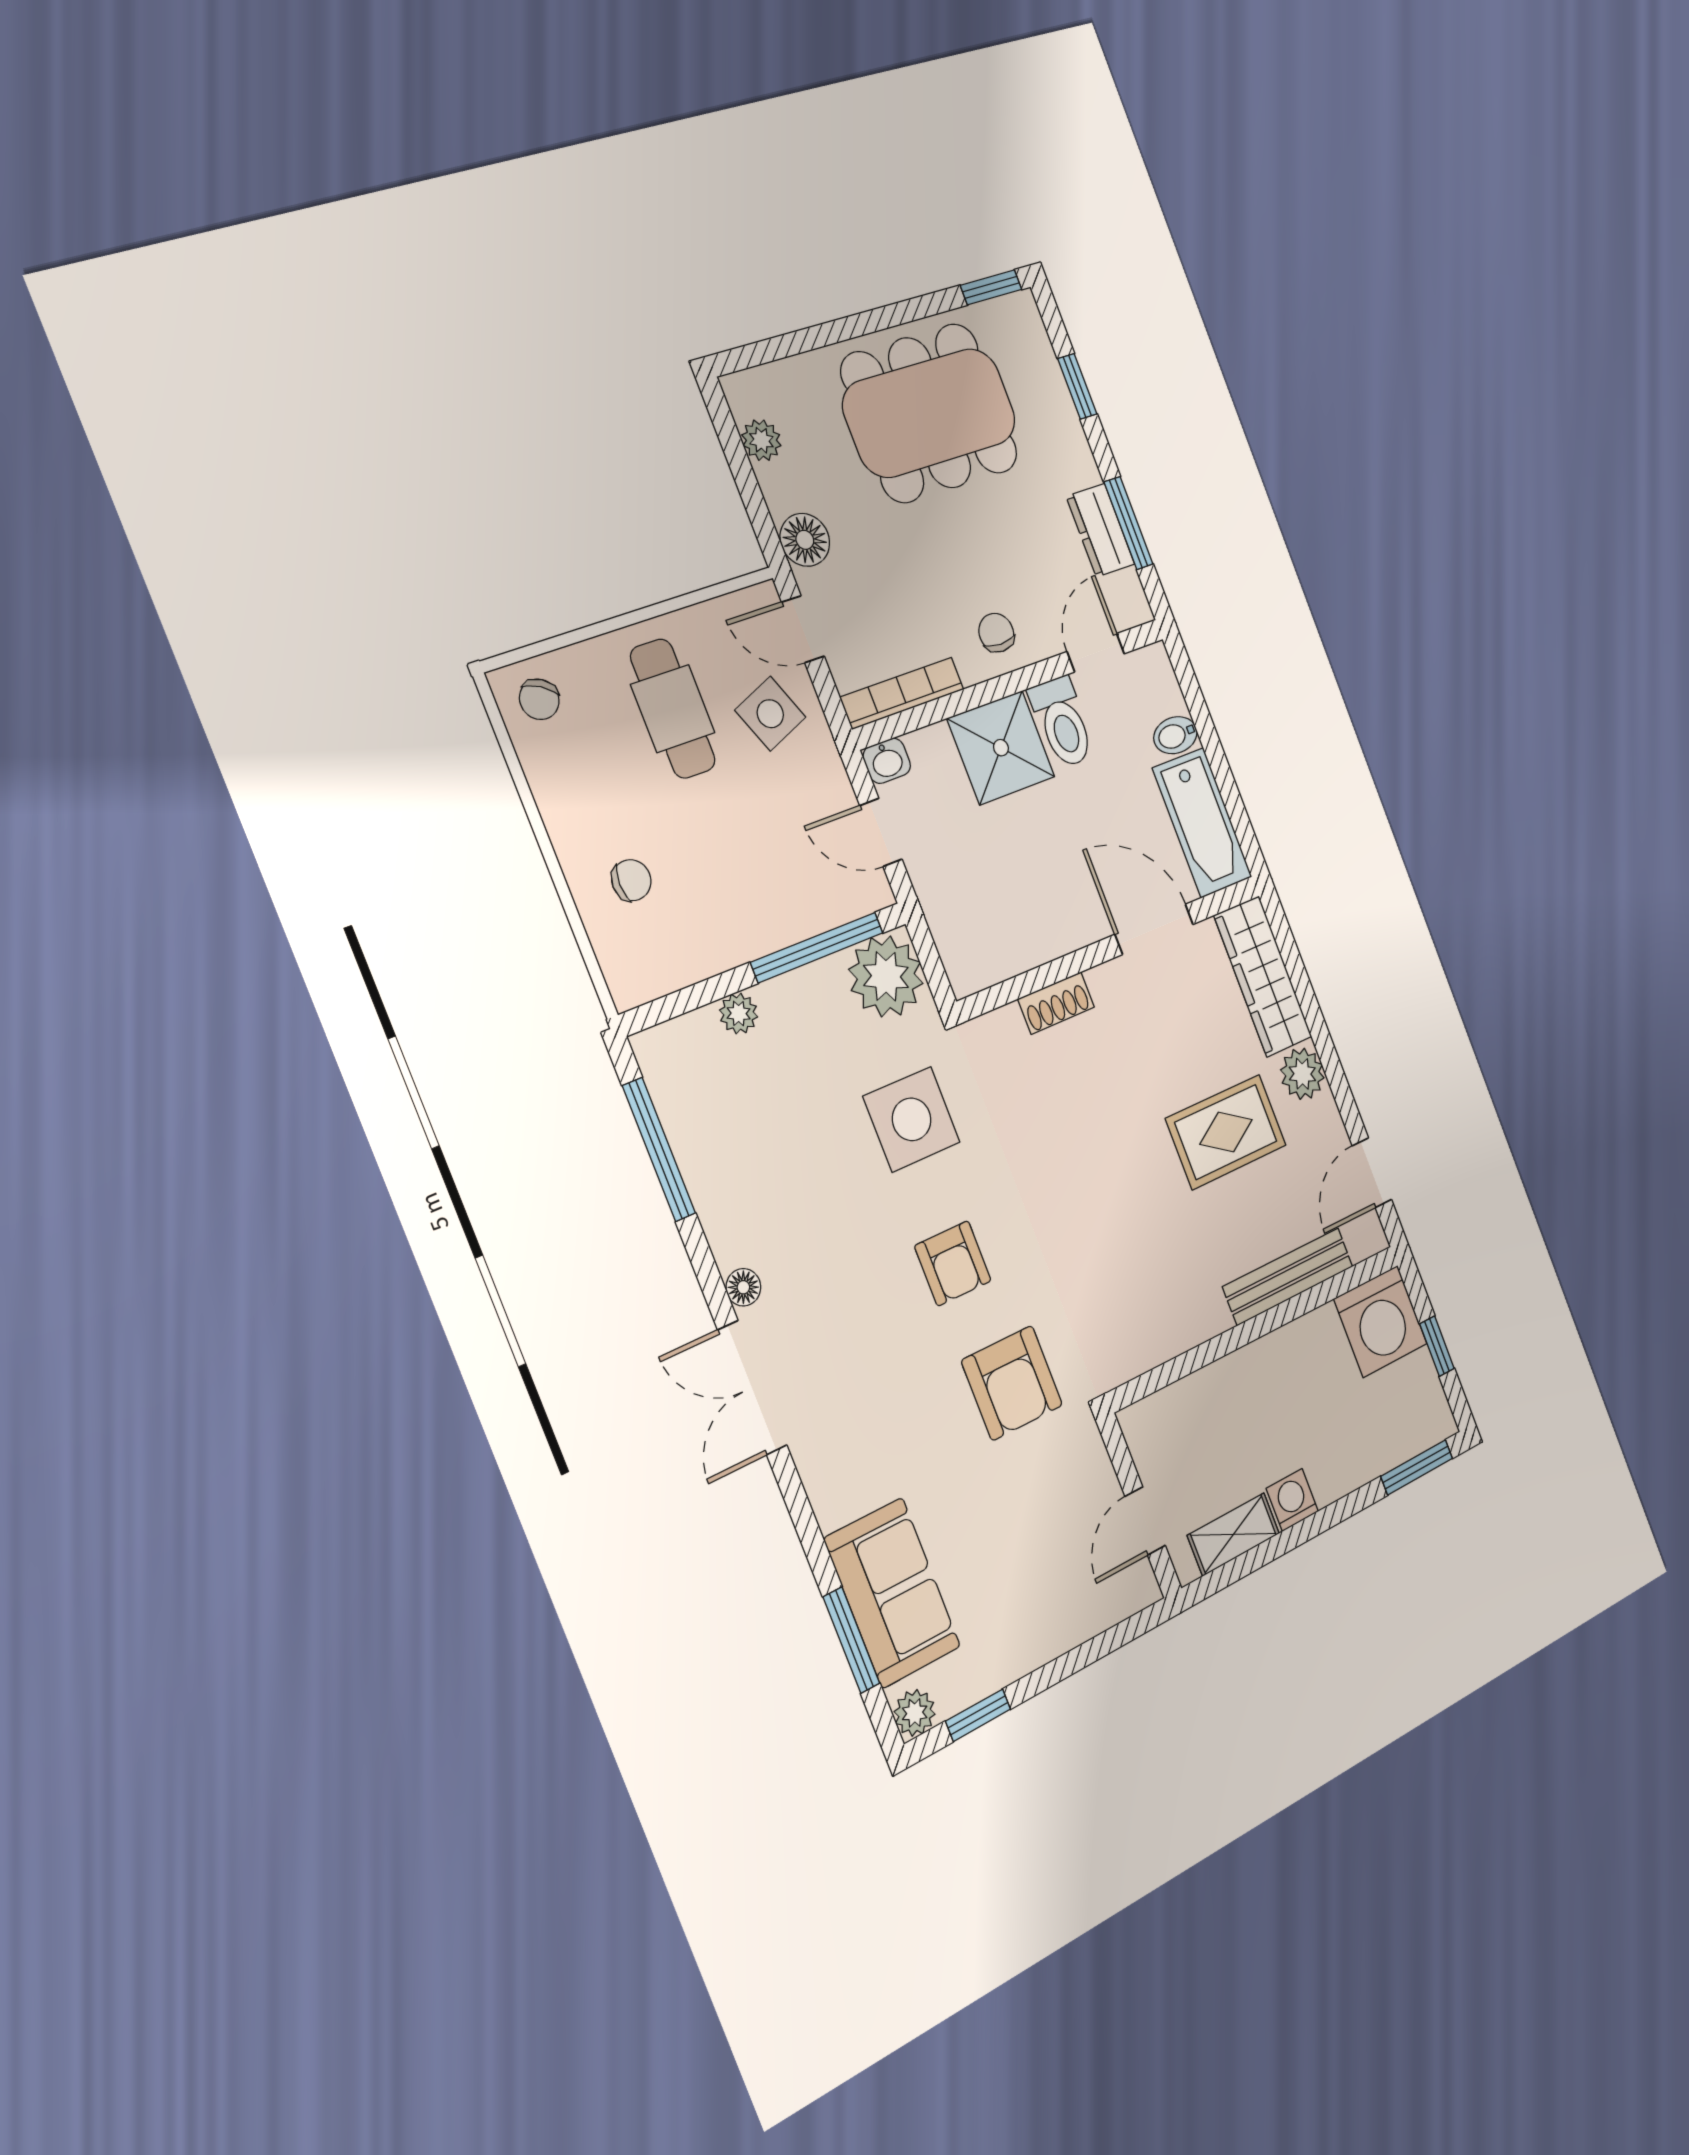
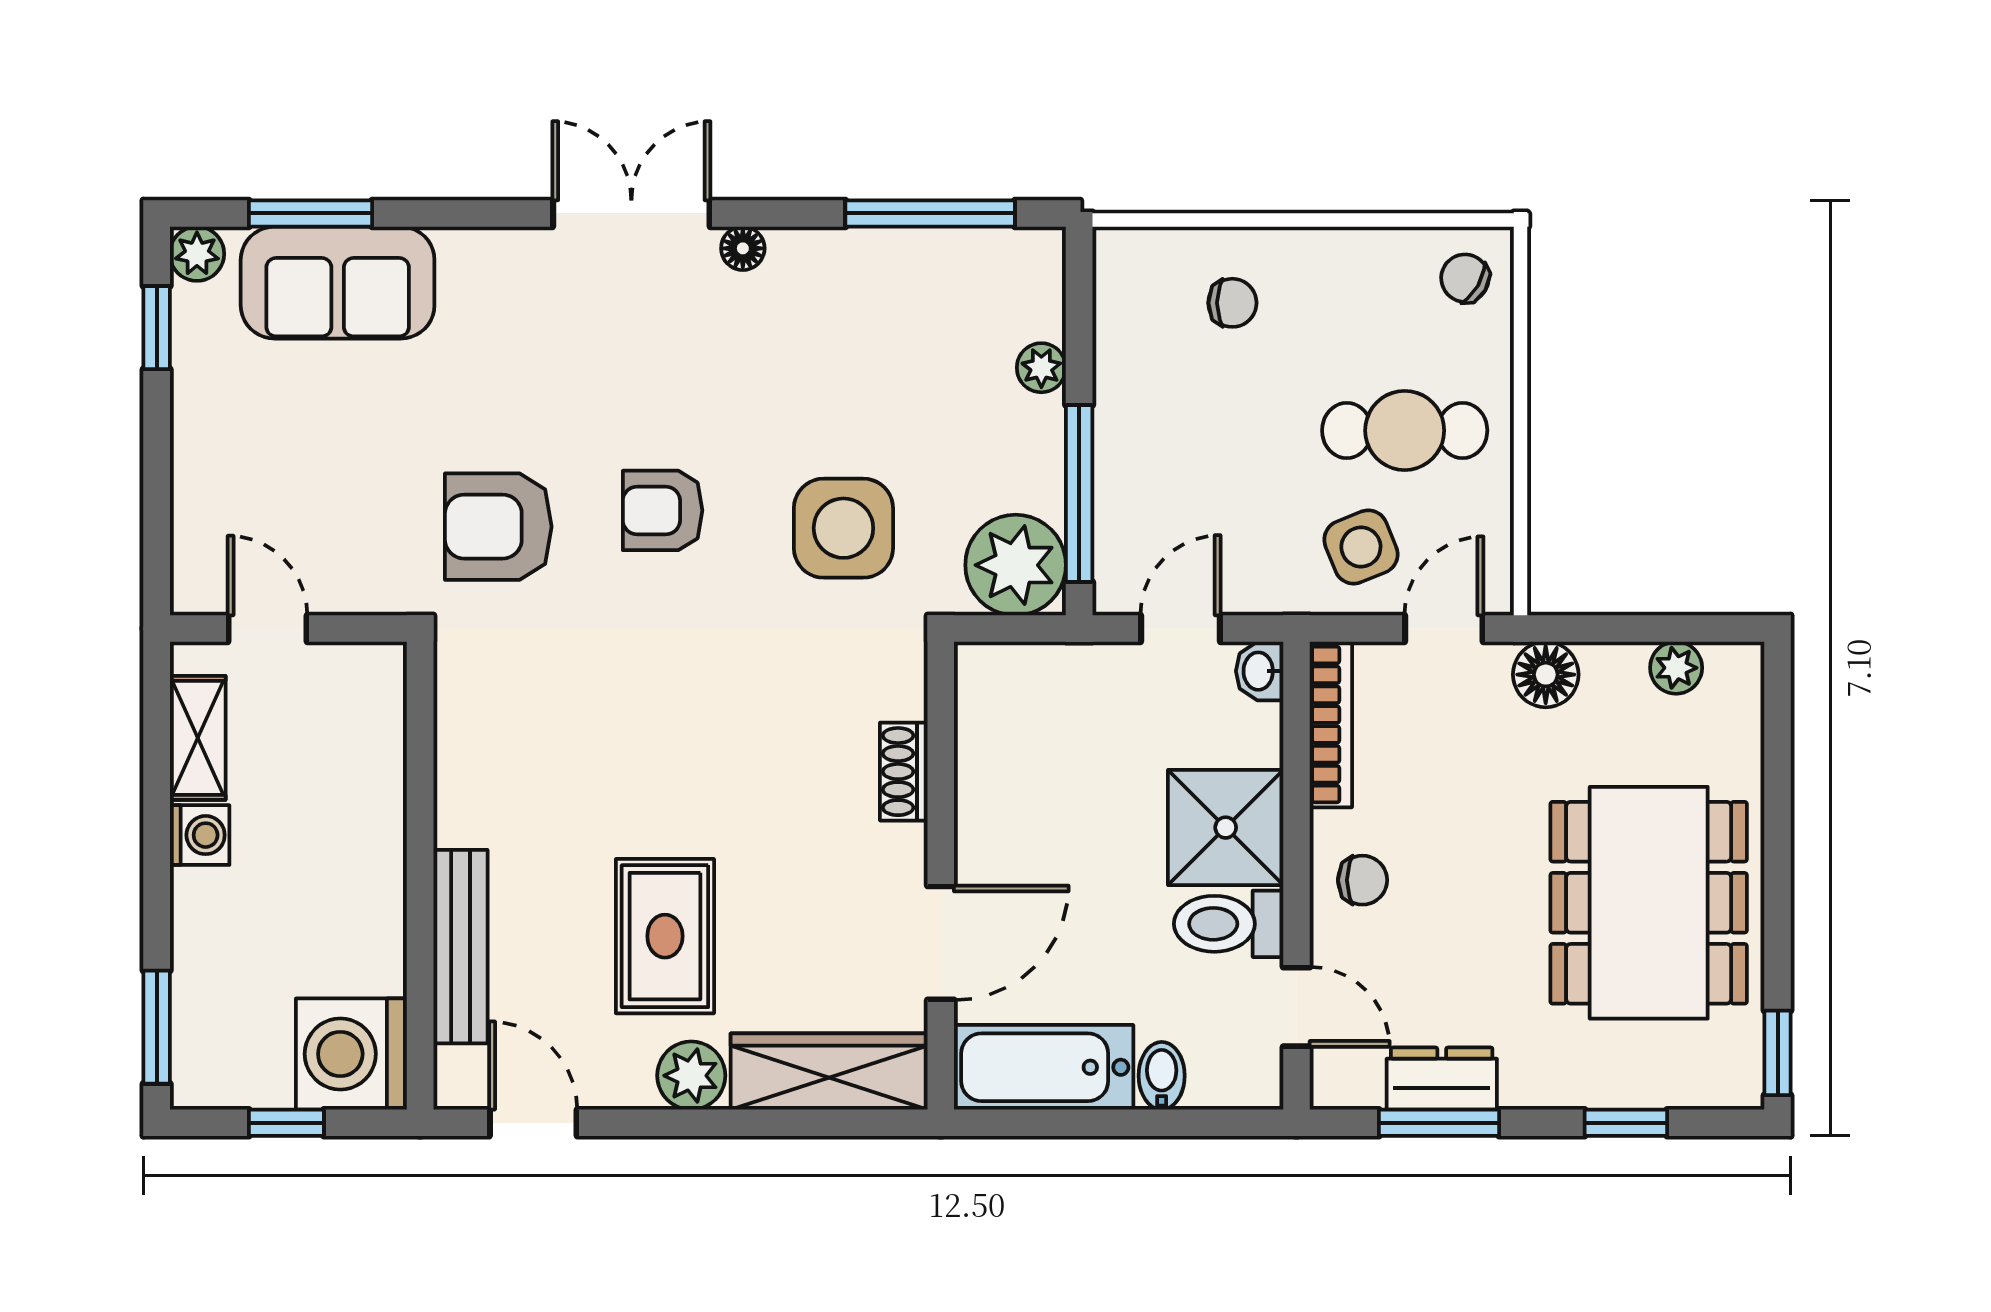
chair: (631, 880) -> (1232, 303), turned -90

